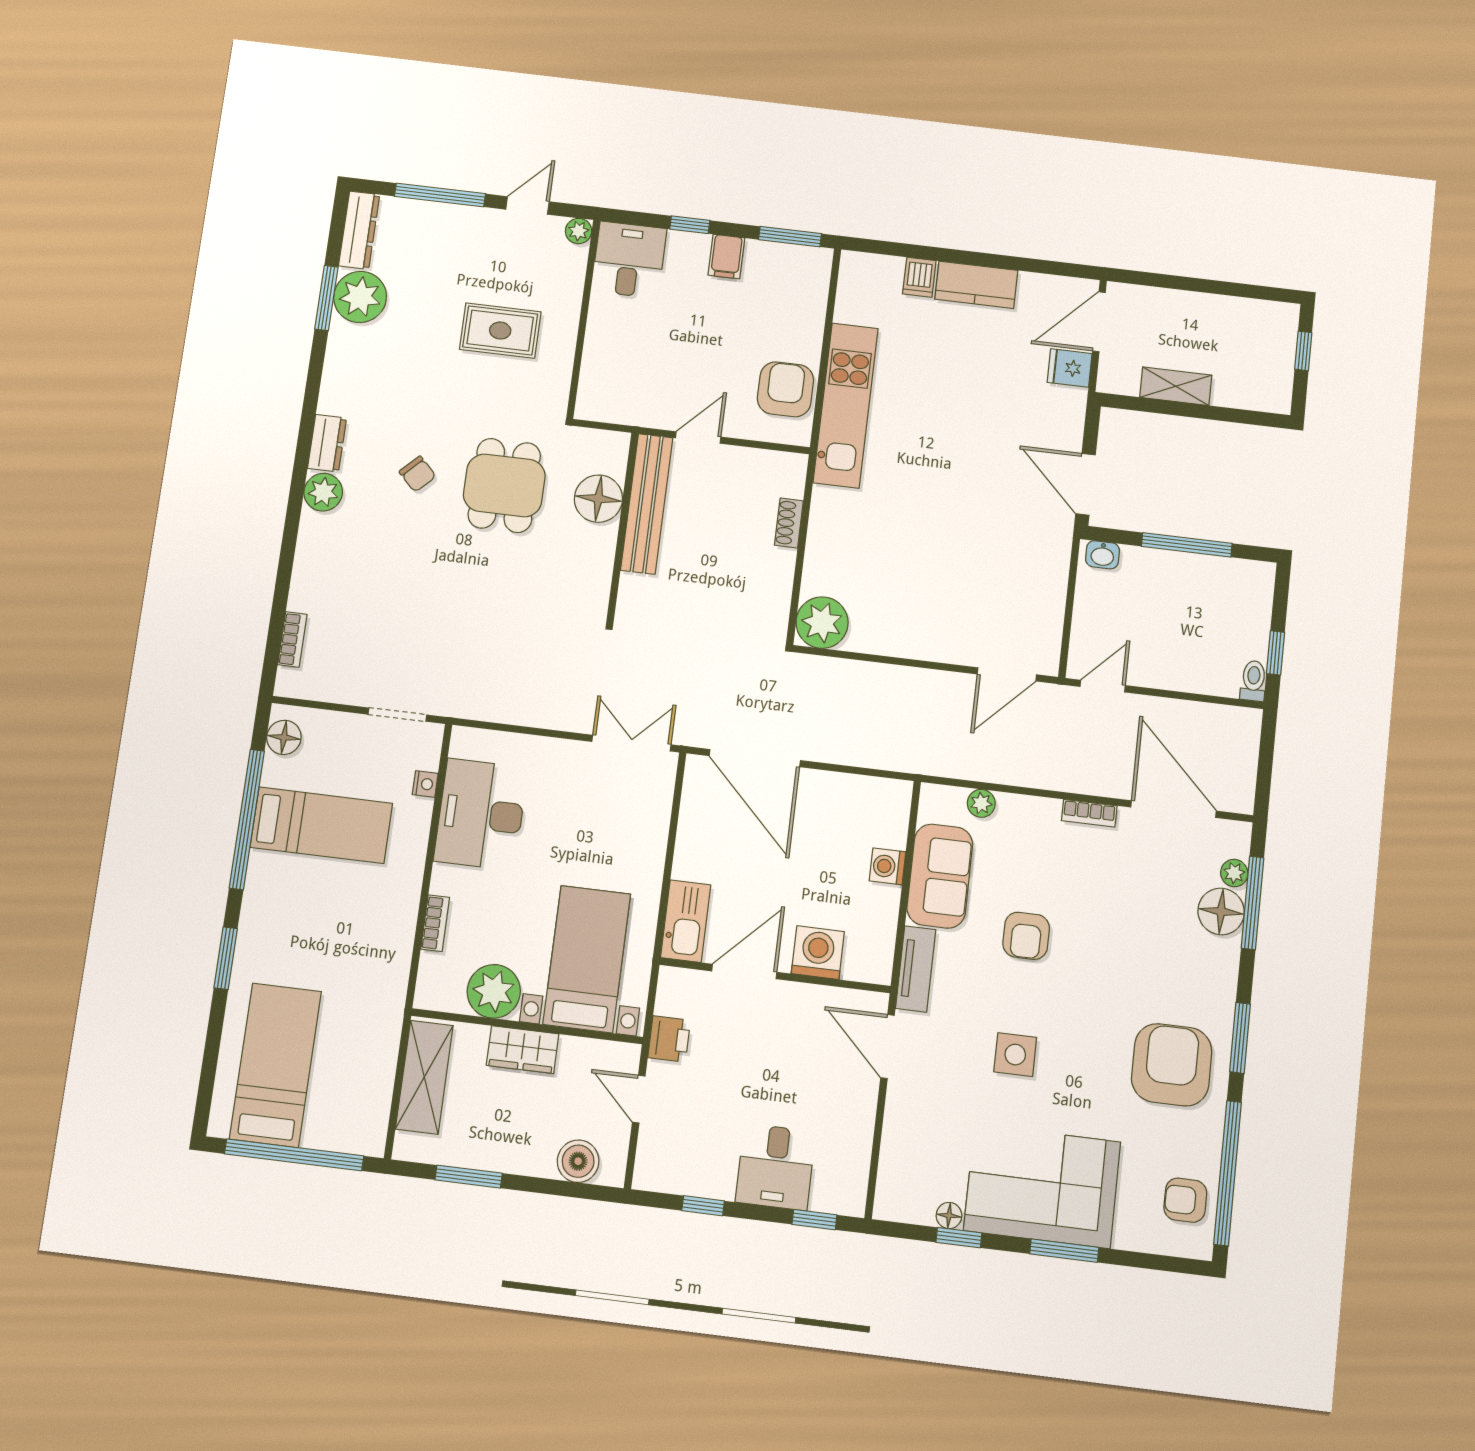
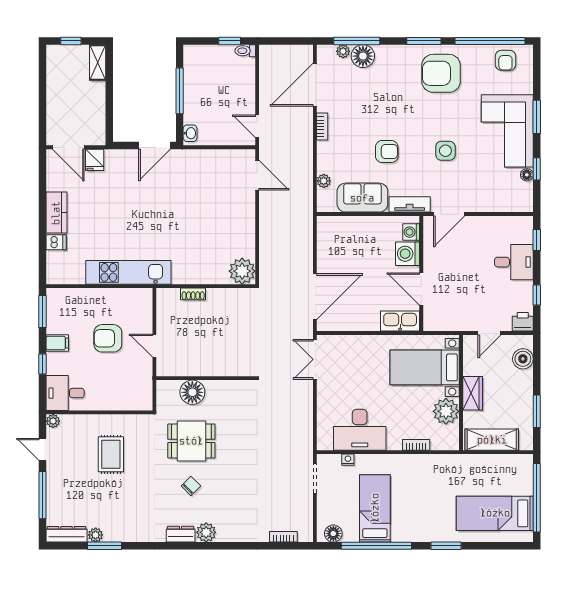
plant: (360, 297) -> (96, 535), width x0.53, depth x0.53
shelving: (1176, 386) -> (98, 62), moved
armchair: (785, 389) -> (108, 338), moved
bench: (647, 504) -> (192, 367), removed
washing machine: (887, 866) -> (411, 232), moved, turned 90
printer: (669, 1039) -> (523, 322), moved

